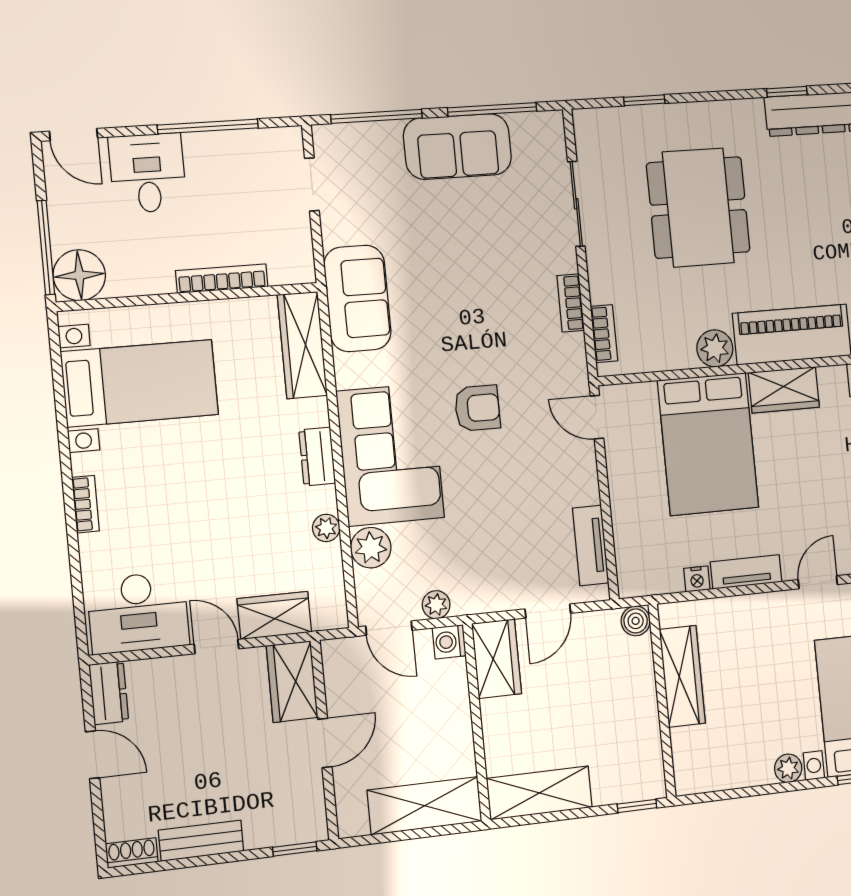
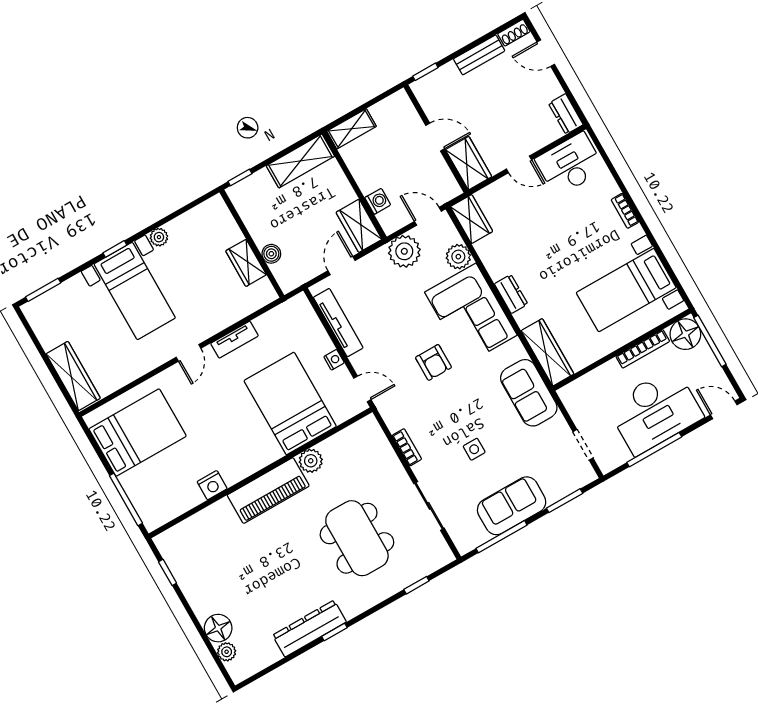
window: (377, 116) -> (565, 501), width x0.69
desk: (148, 173) -> (655, 411), width x1.87, depth x1.30
side table: (475, 254) -> (474, 449), added
bookcase: (222, 279) -> (643, 349), moved
bookcase: (604, 334) -> (380, 439), removed
wardrobe: (784, 390) -> (259, 456), removed
armchair: (477, 408) -> (433, 362), turned -90
plant: (326, 528) -> (488, 256), removed
tv unit: (591, 546) -> (338, 323), width x1.41
nightstand: (697, 579) -> (334, 360), moved, turned 90
plant: (436, 605) -> (404, 251), width x1.88, depth x1.88
wardrobe: (274, 615) -> (471, 219), moved, turned -90
boiler: (636, 621) -> (271, 254), moved
washing machine: (449, 642) -> (378, 201), moved
wardrobe: (682, 676) -> (246, 263), width x0.67
door: (325, 743) -> (435, 137), swing flipped
door: (92, 755) -> (546, 53), moved
shelving: (425, 806) -> (351, 129), width x0.67, depth x0.75

